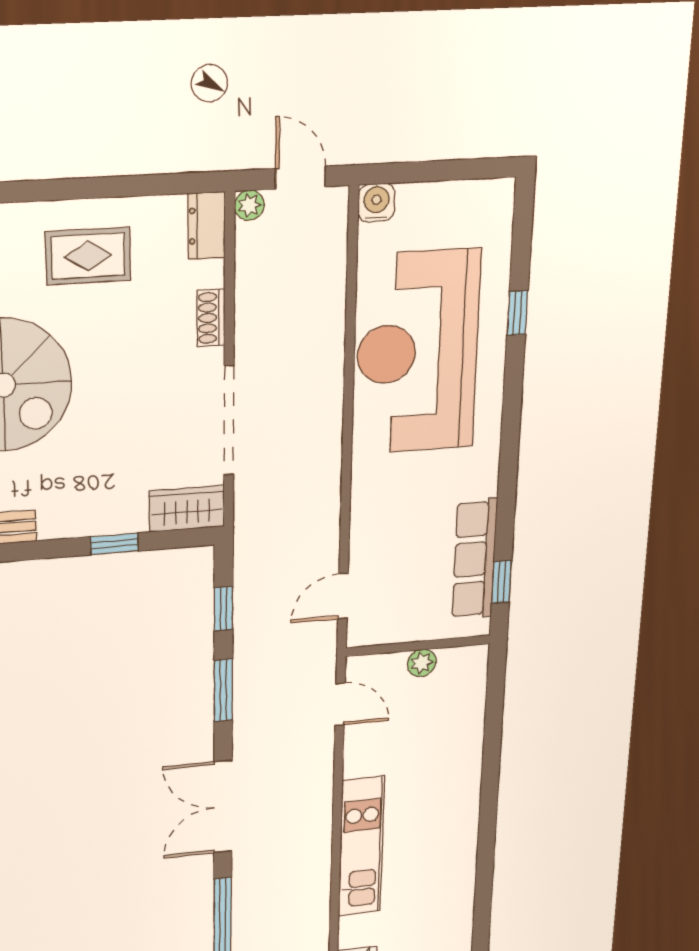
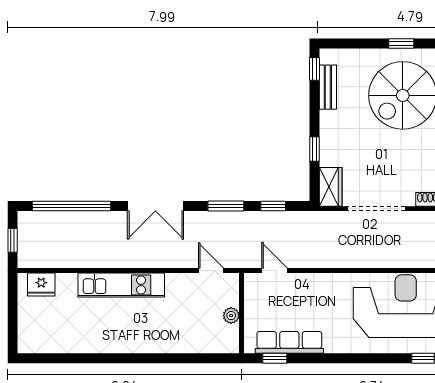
door: (340, 704) -> (211, 271), swing flipped
double door: (223, 807) -> (155, 206), swing flipped

